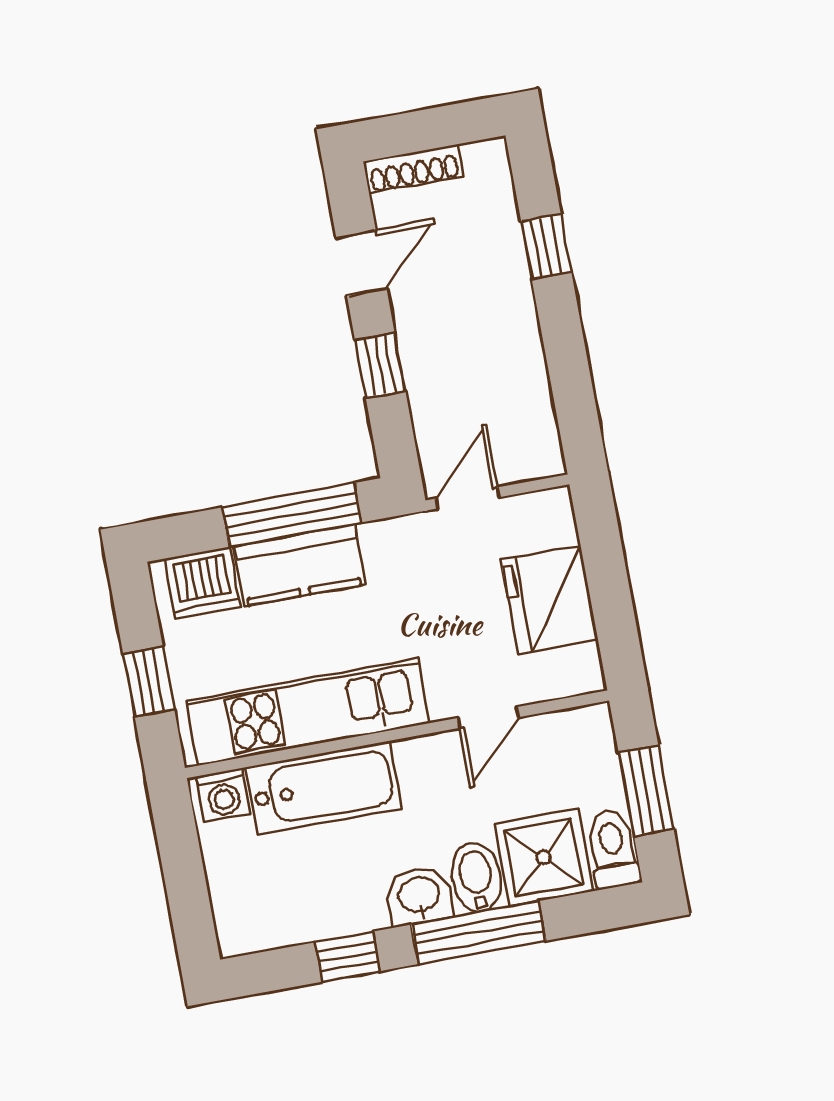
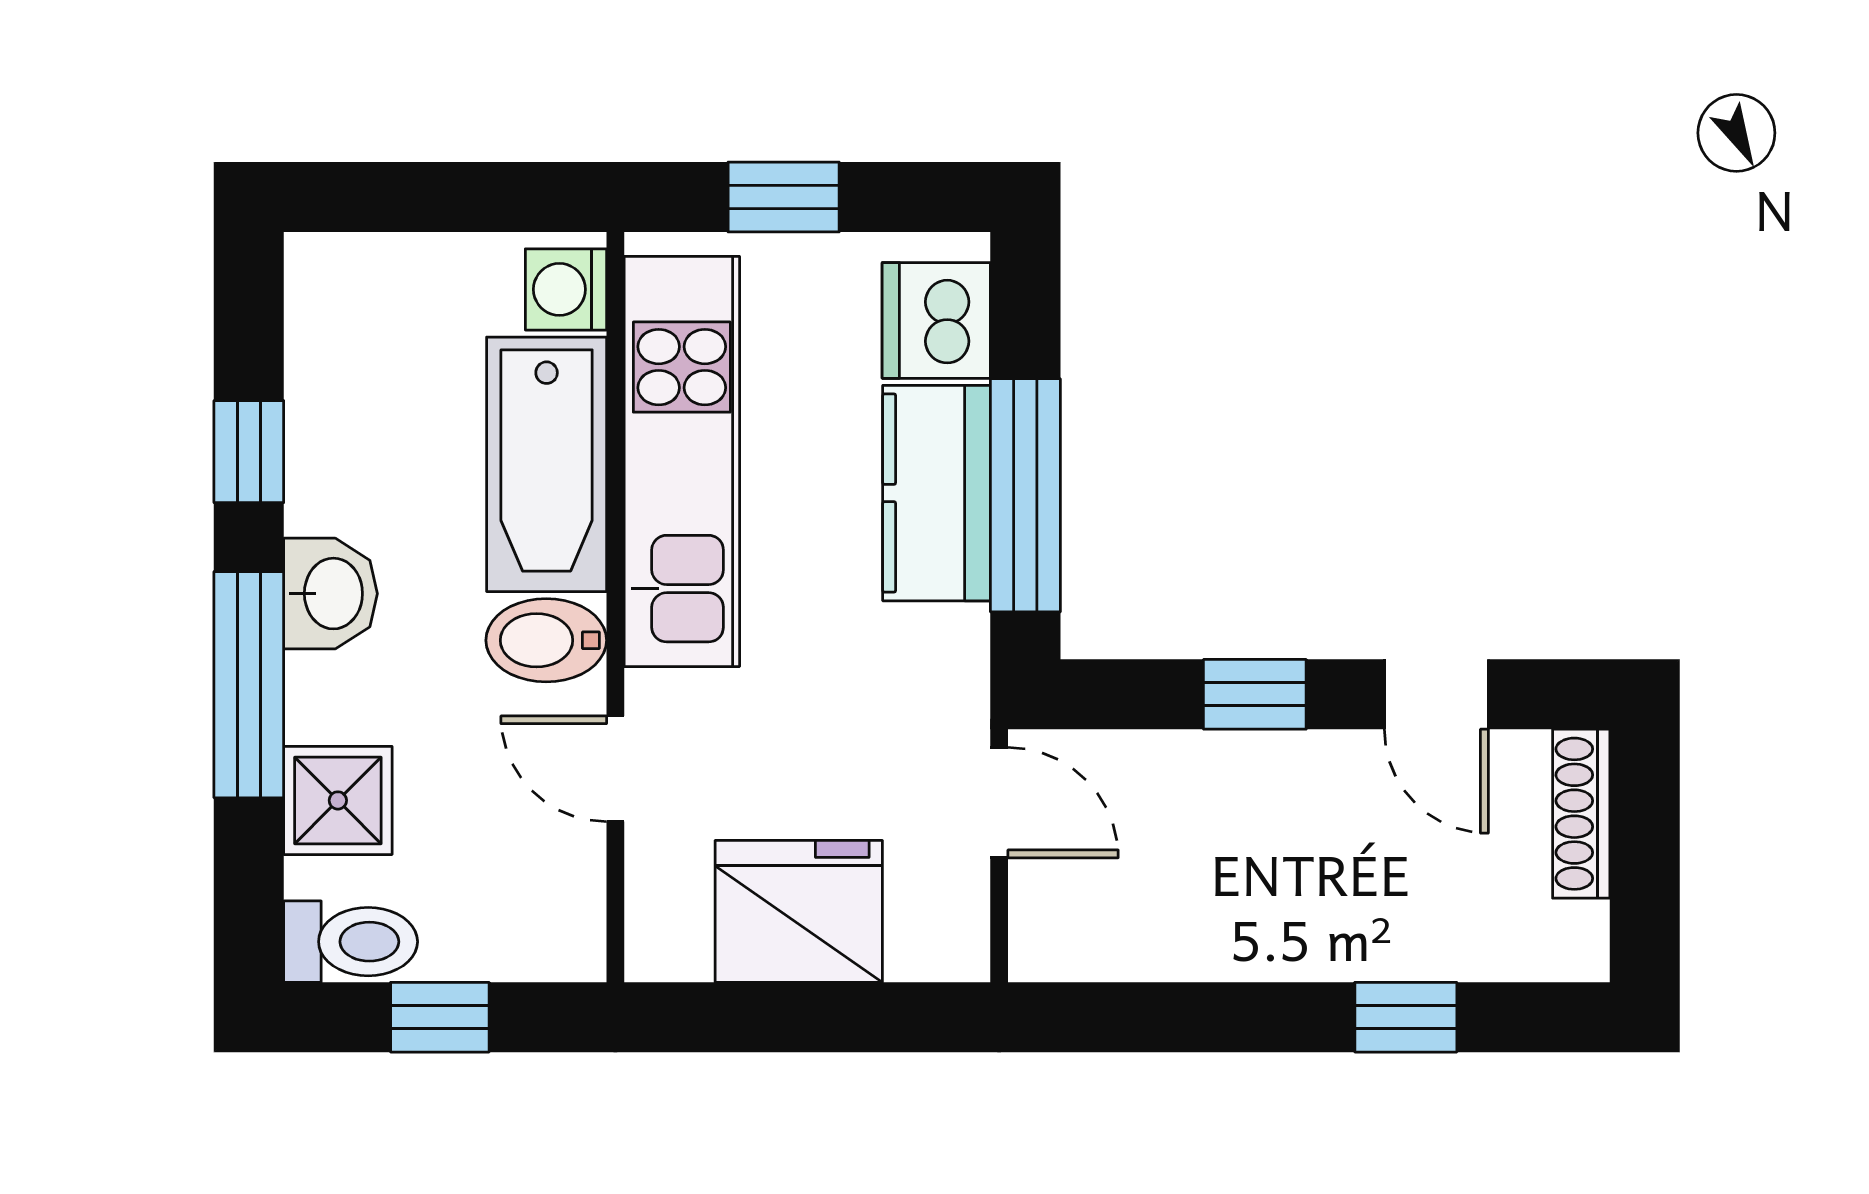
window: (646, 791) -> (440, 1017), width x0.67
shower: (544, 857) -> (338, 800), width x0.73, depth x0.73
bidet: (476, 878) -> (546, 640), moved, turned 180

